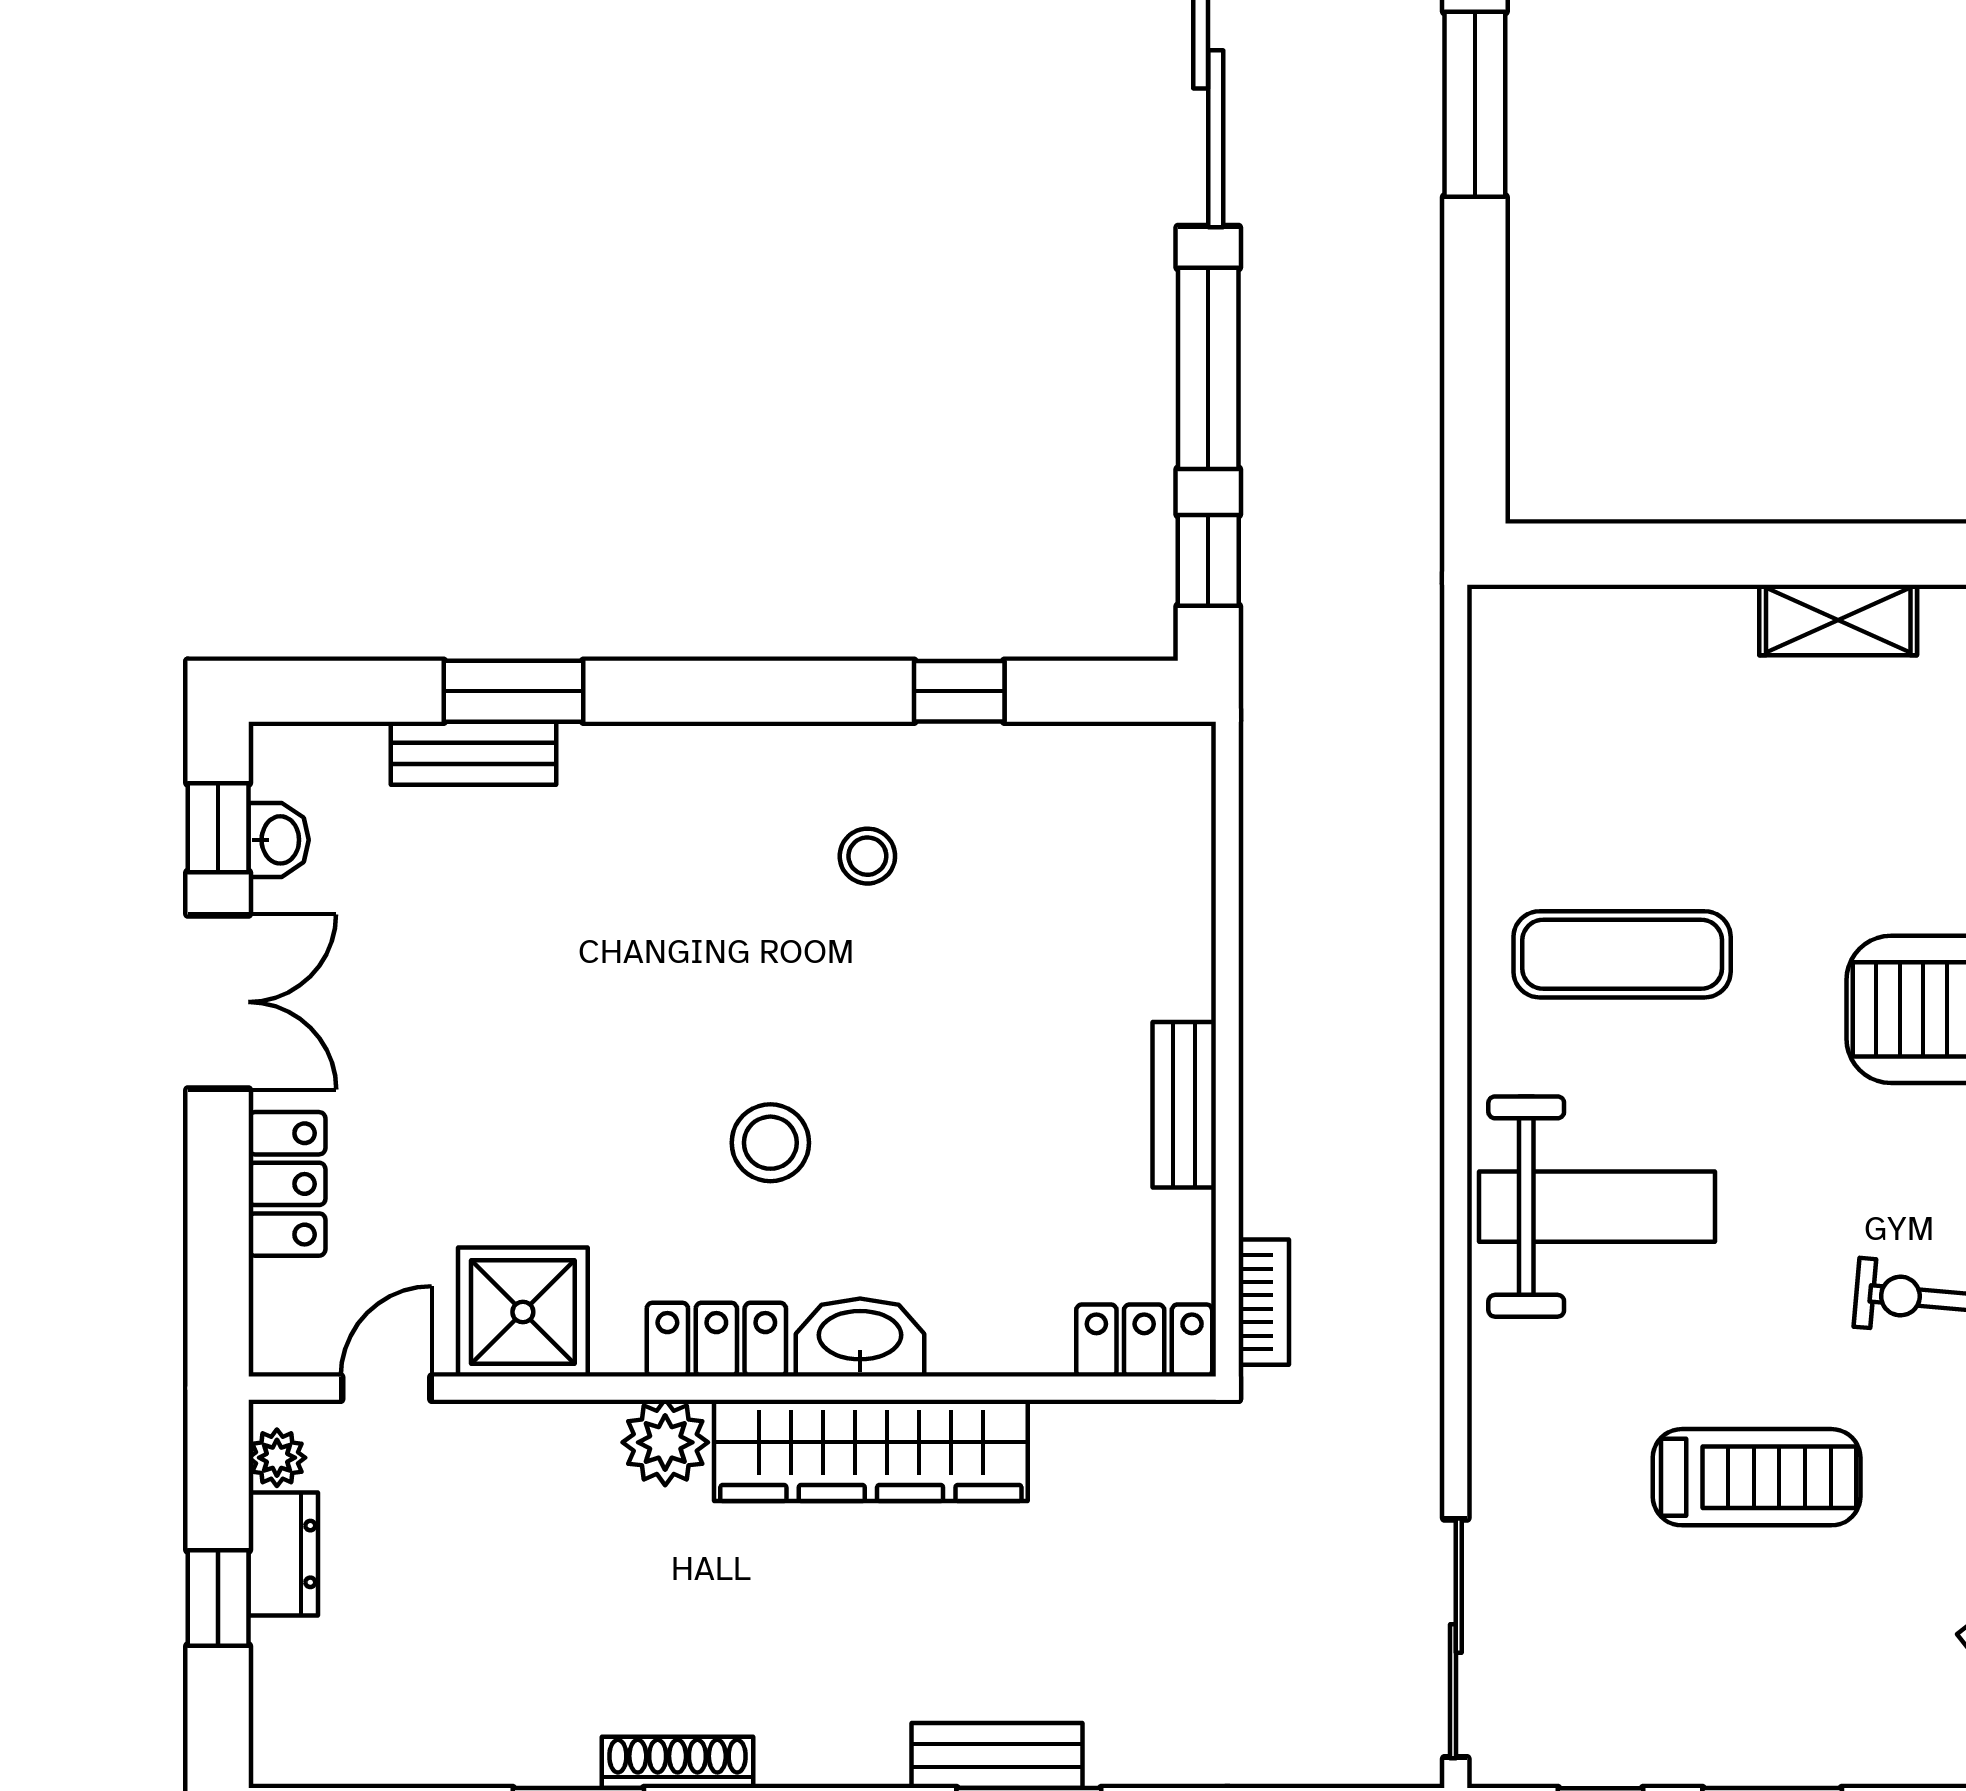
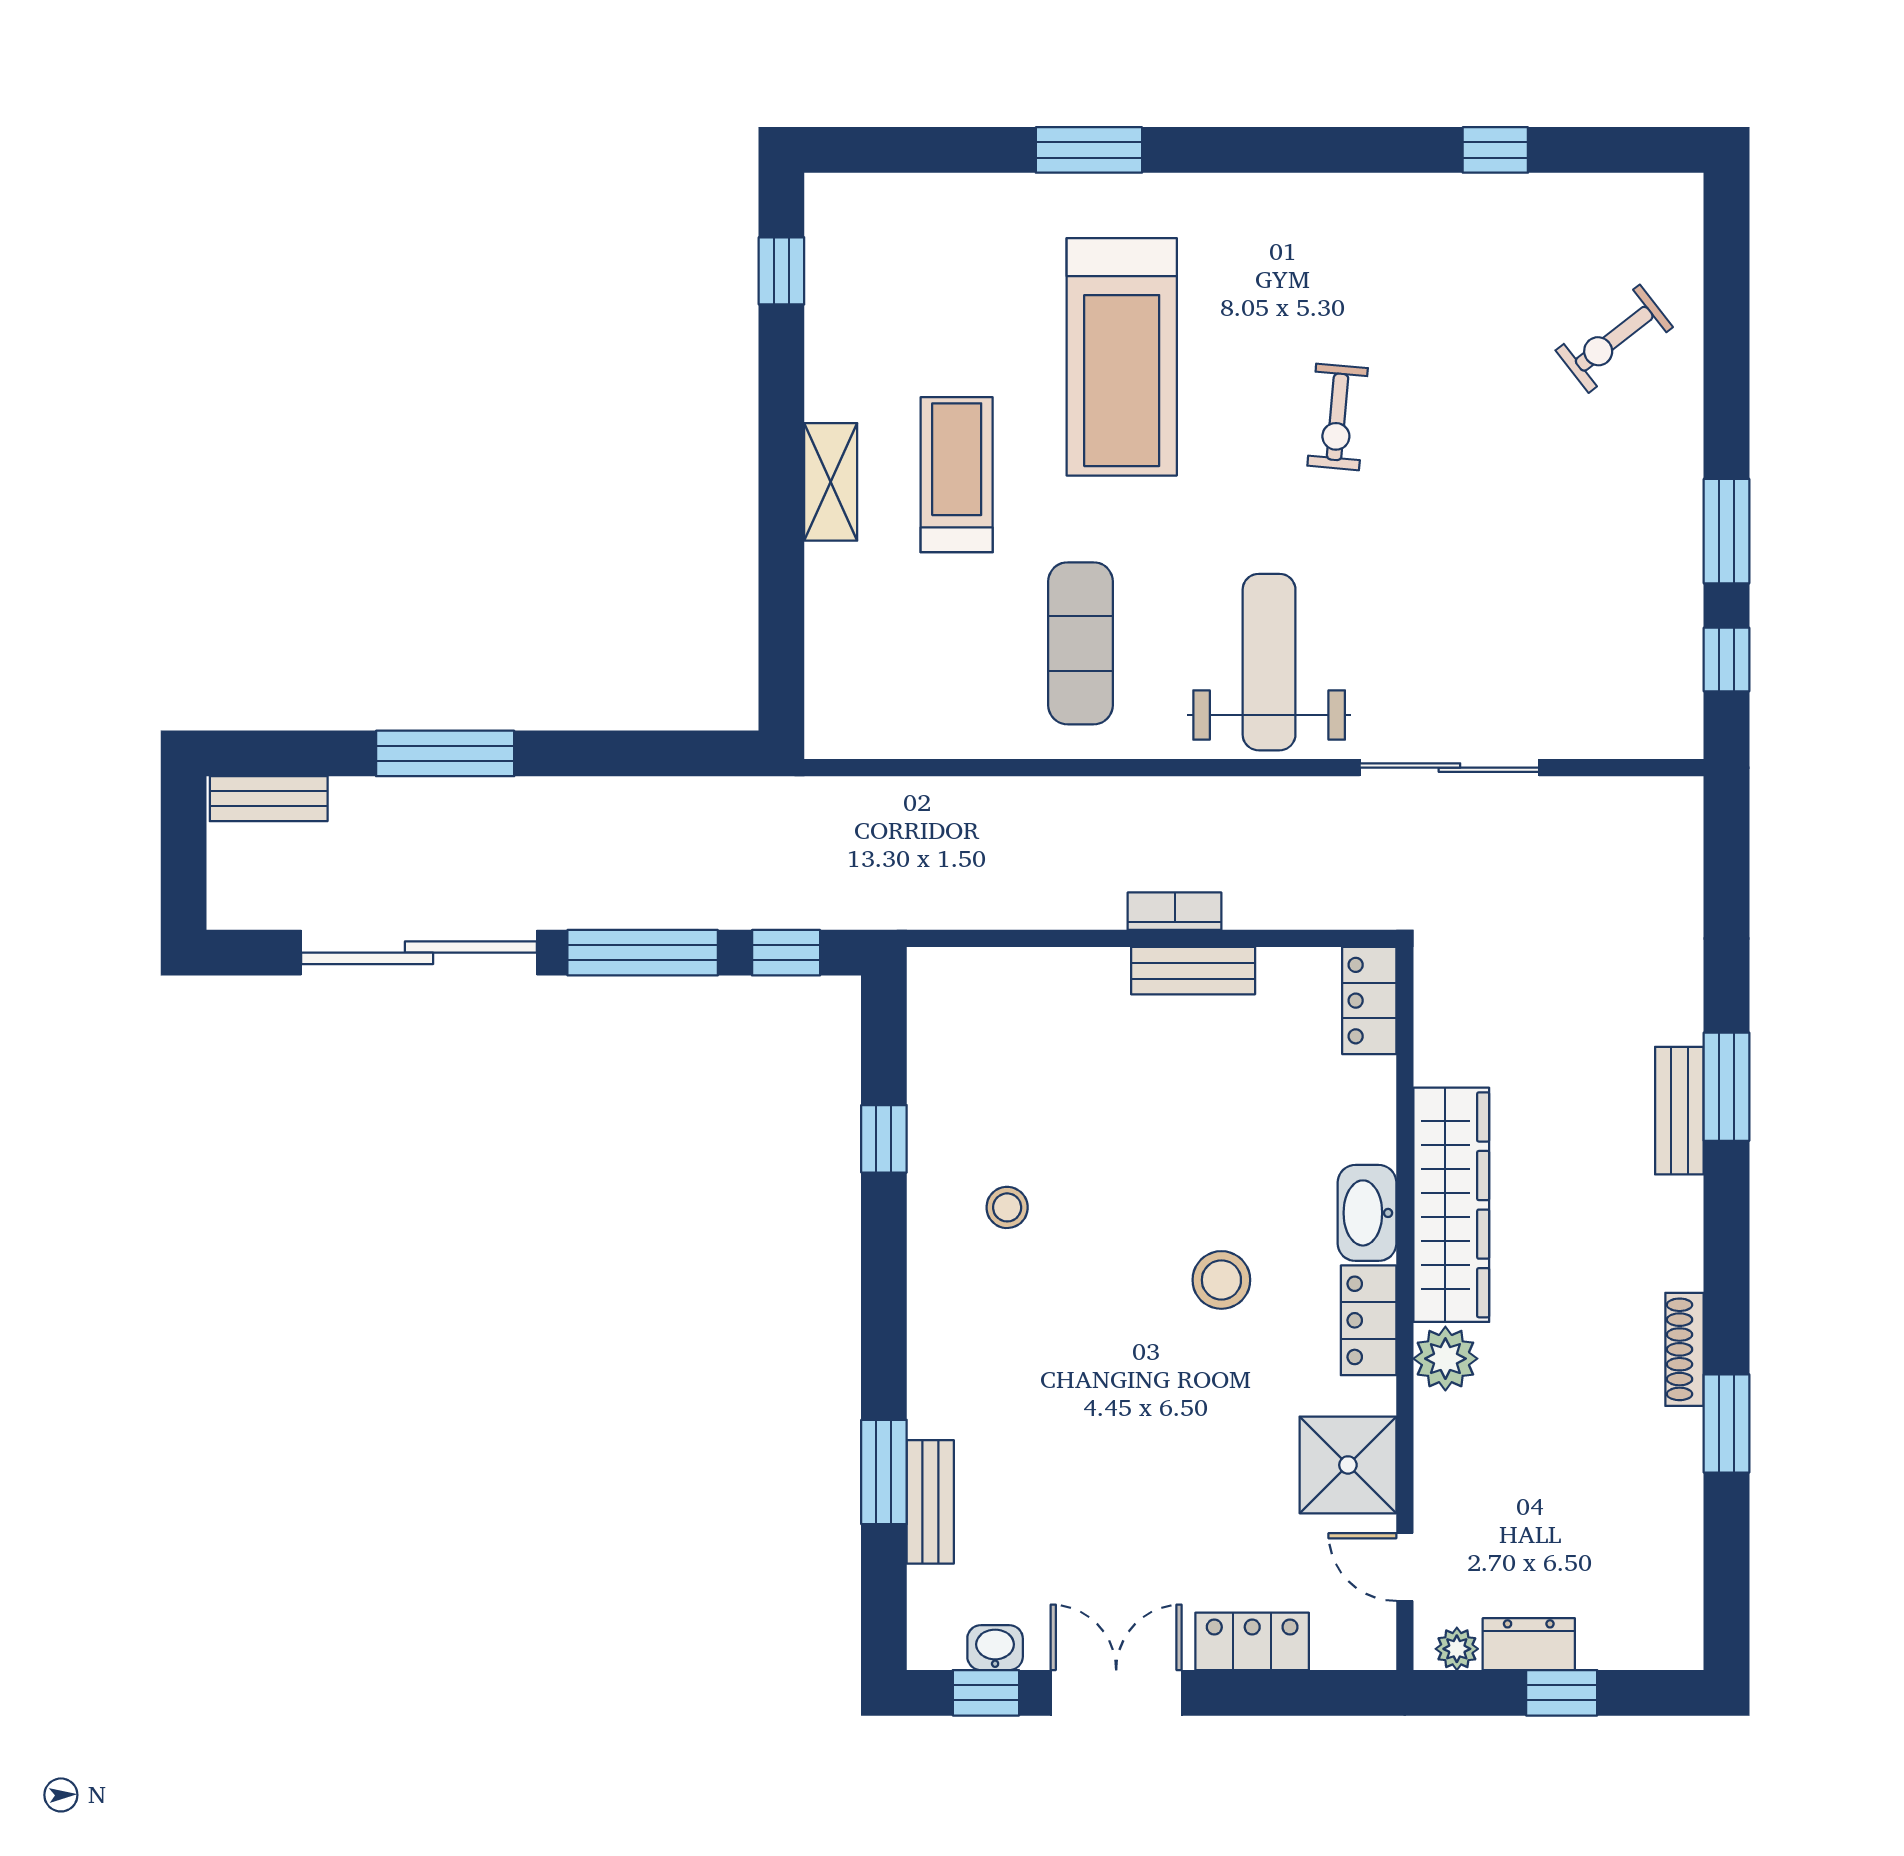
bookcase: (1264, 1302) -> (1175, 911), moved
treadmill: (1757, 1477) -> (957, 475), moved
sliding door: (1456, 1638) -> (1449, 768), moved

